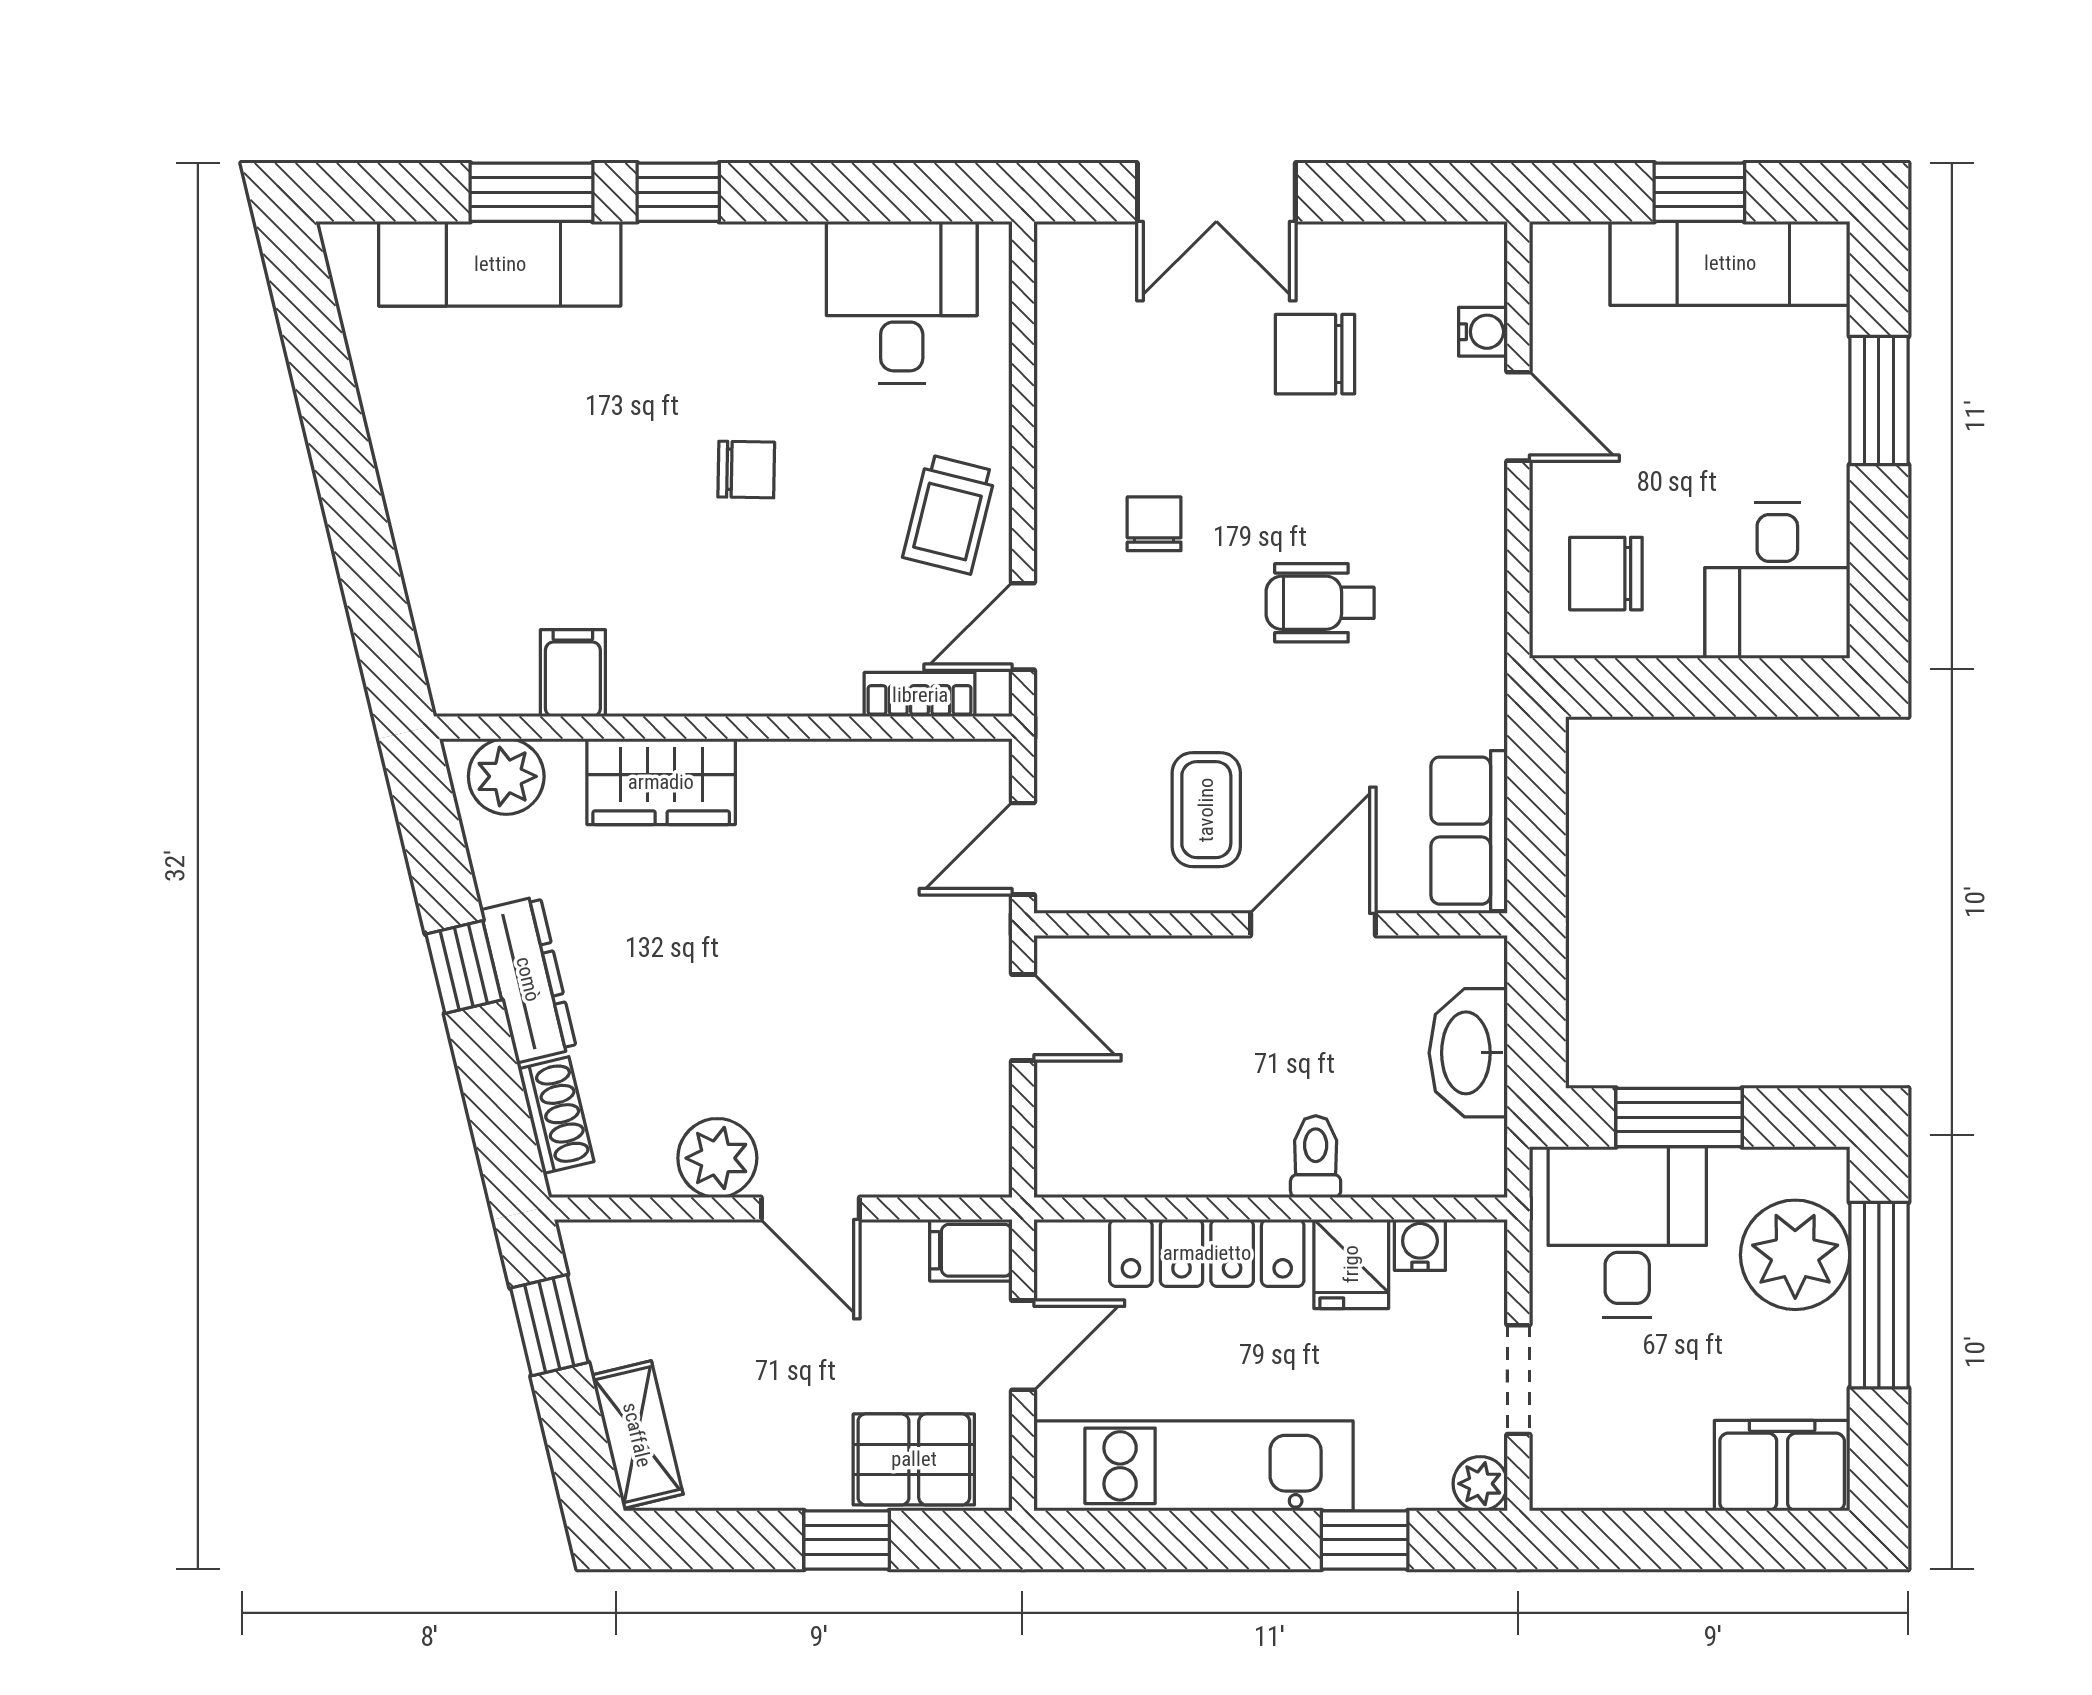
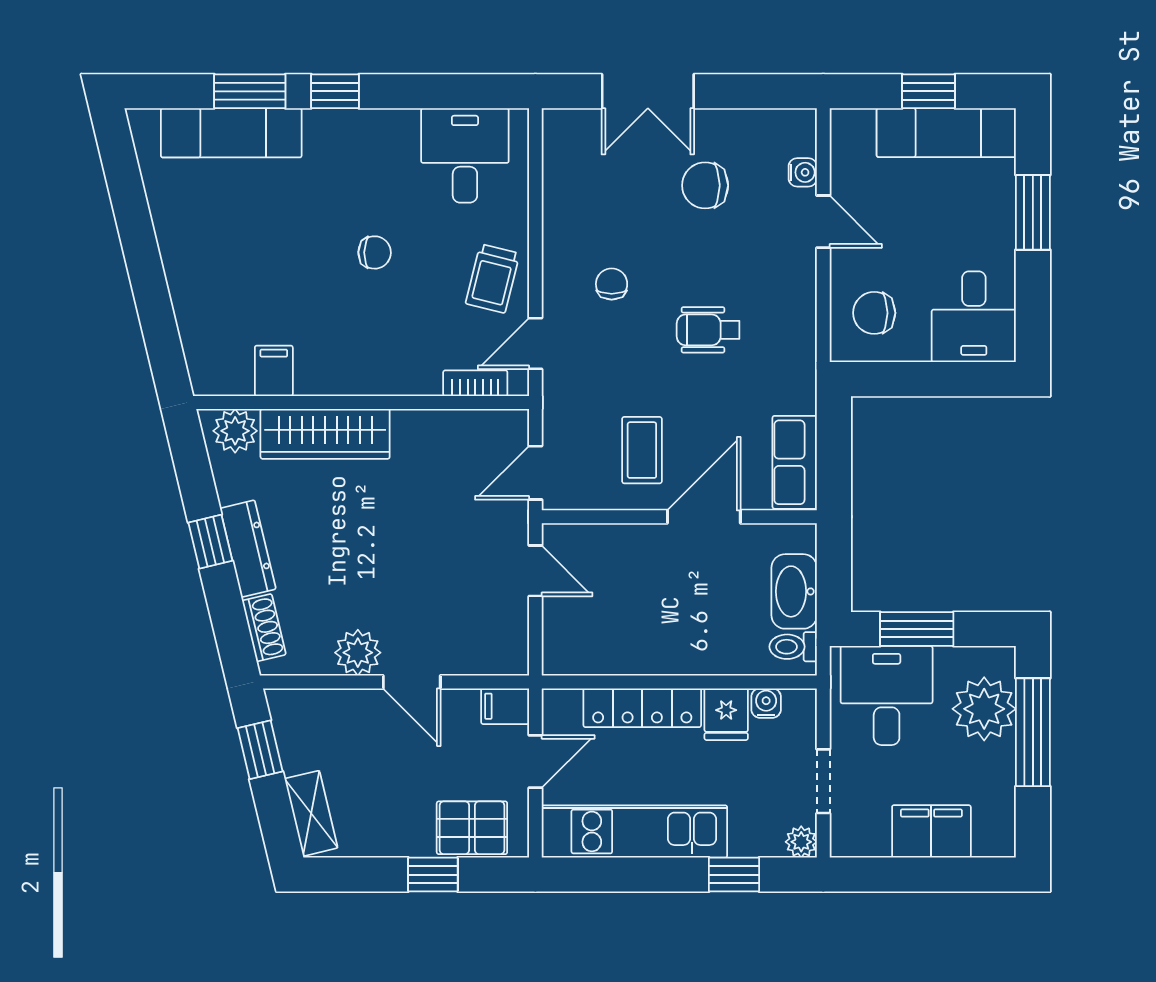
wardrobe: (661, 782) -> (325, 434), width x1.50
toilet: (1316, 1157) -> (793, 647), moved, turned -90
filing cabinet: (1782, 1466) -> (931, 831), moved

